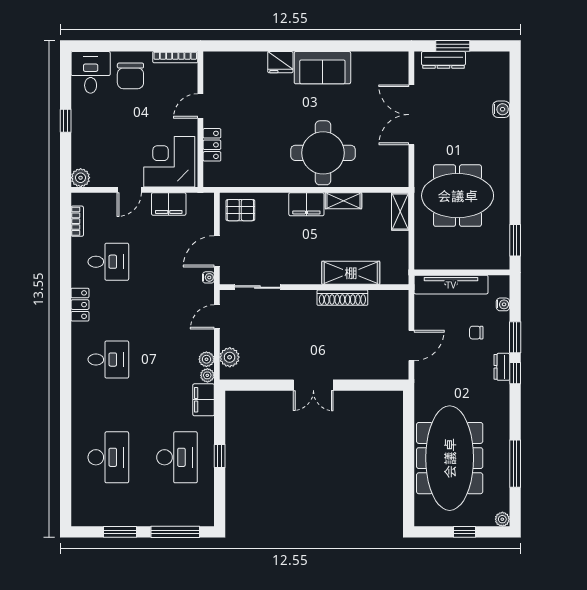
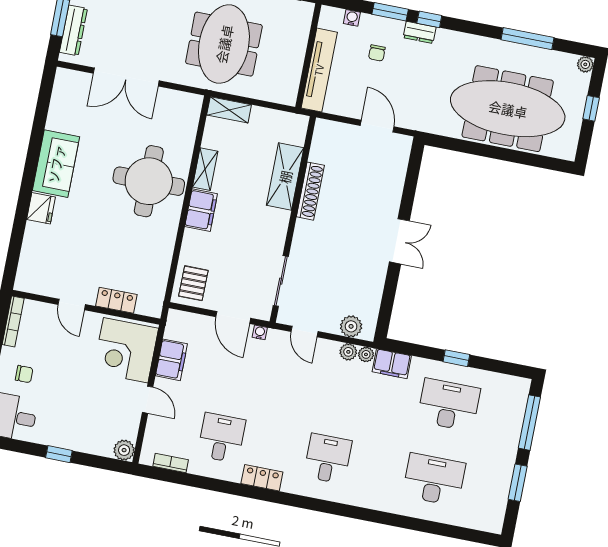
chair: (130, 76) -> (24, 374), width x0.54, depth x0.54

